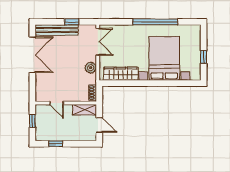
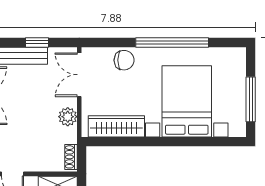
chair: (125, 33) -> (124, 60), added
double door: (98, 42) -> (79, 75), swing flipped
window: (204, 57) -> (251, 99), width x2.17

